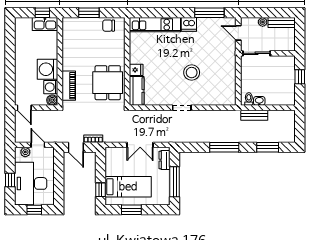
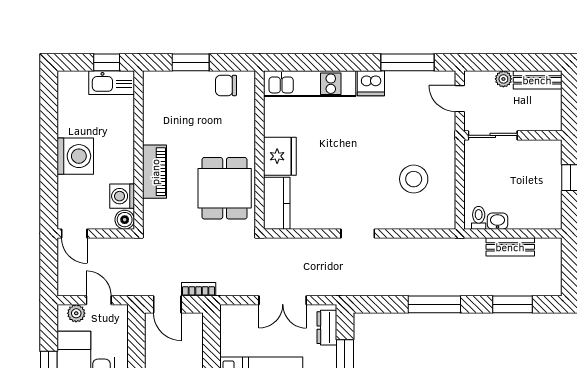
washing machine: (47, 69) -> (75, 156), moved, turned 180
fridge: (136, 70) -> (280, 156), width x1.88, depth x1.34
stool: (192, 73) -> (414, 179), moved
piano: (69, 86) -> (155, 172), moved
bench: (254, 115) -> (510, 247), moved

